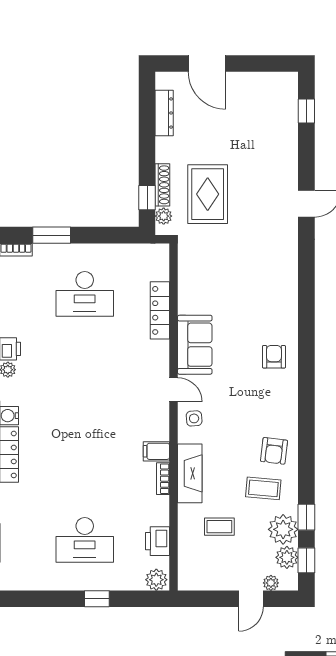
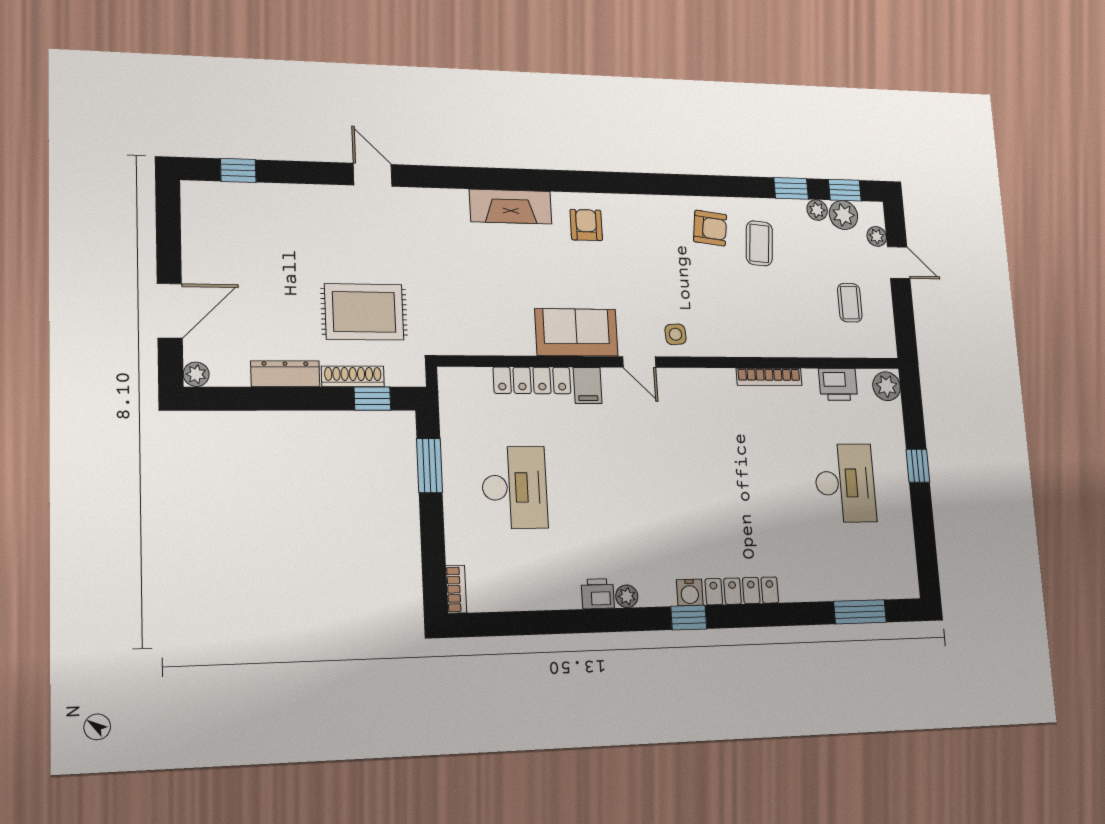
dresser: (164, 113) -> (285, 374), moved
plant: (164, 216) -> (196, 374), moved
window: (52, 235) -> (429, 465), moved
armchair: (274, 357) -> (586, 225), turned 90
door: (174, 390) -> (639, 362), swing flipped
filing cabinet: (156, 451) -> (588, 385), moved
fireplace: (190, 473) -> (511, 207), moved, turned 180
bookcase: (163, 479) -> (769, 377), width x1.56
coffee table: (219, 527) -> (850, 303), moved
plant: (283, 529) -> (817, 210), width x0.53, depth x0.53

